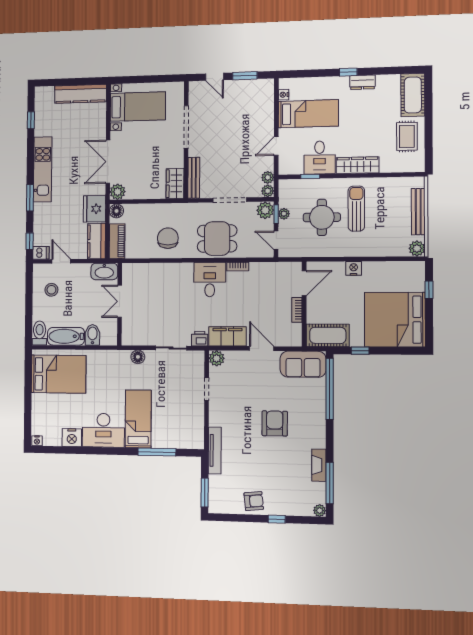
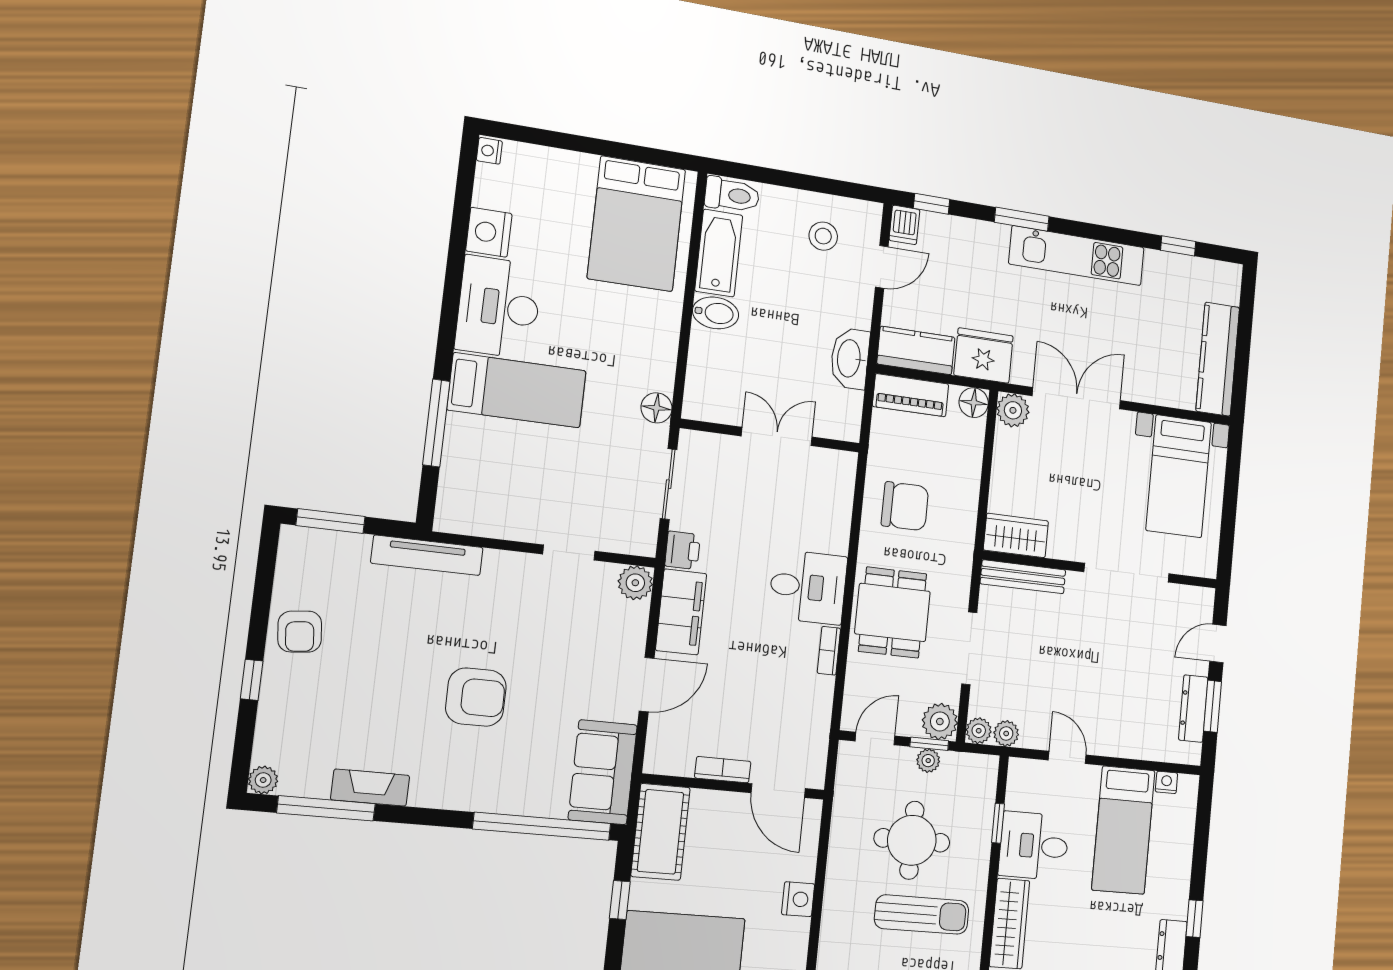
dresser: (247, 85) -> (1193, 709), added
double door: (120, 301) -> (777, 437), moved
wall: (119, 304) -> (770, 436), moved

